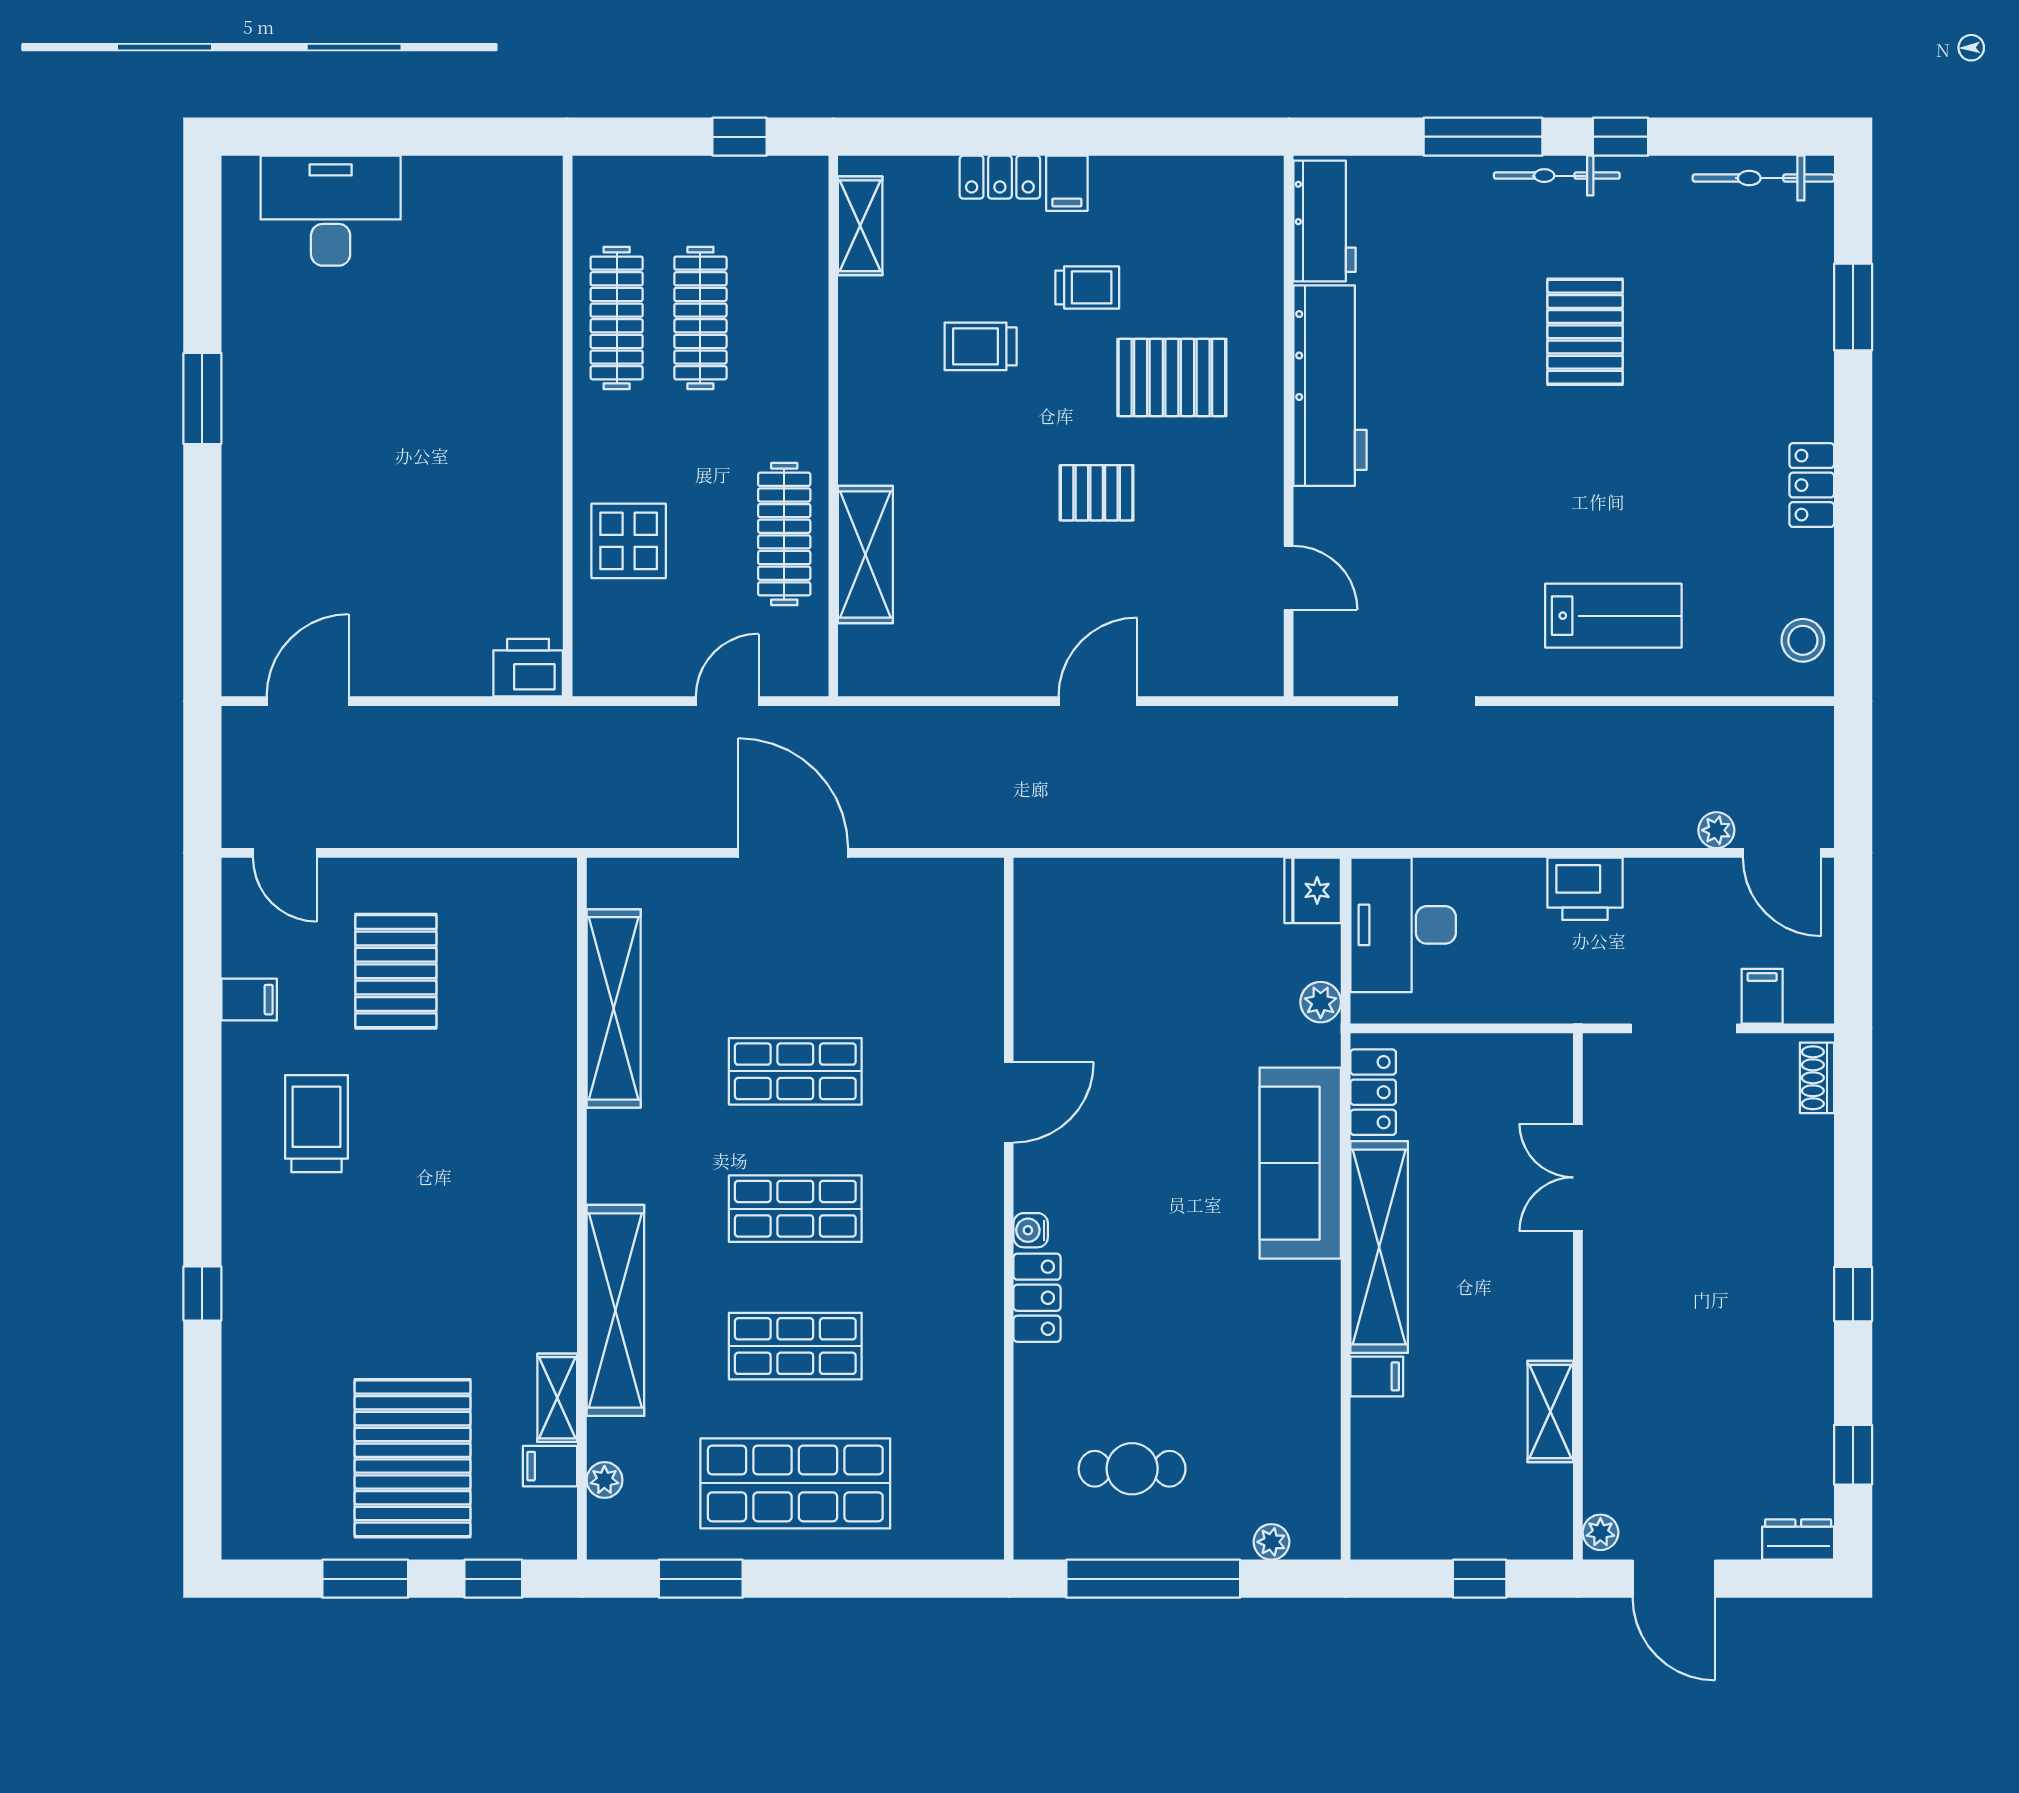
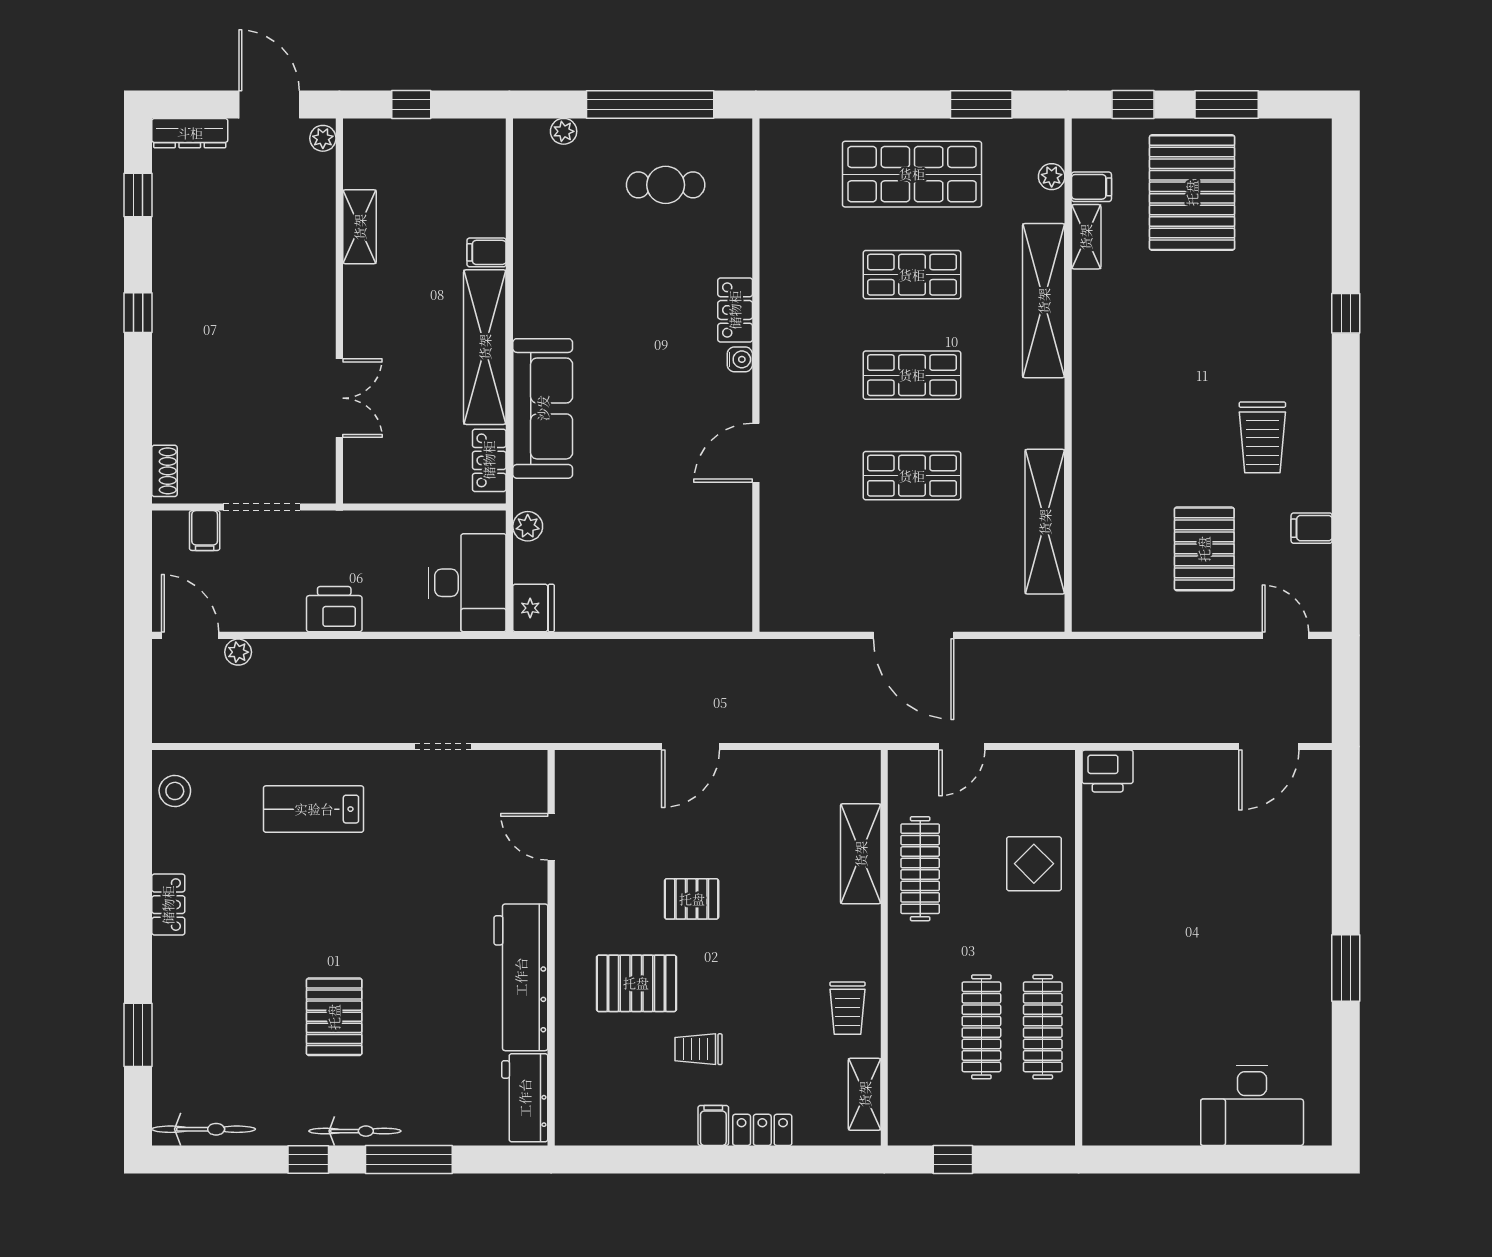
trolley: (981, 346) -> (847, 1008), moved, turned 90
dresser: (1798, 1539) -> (190, 133), width x1.44

